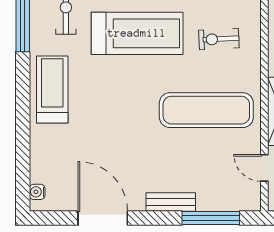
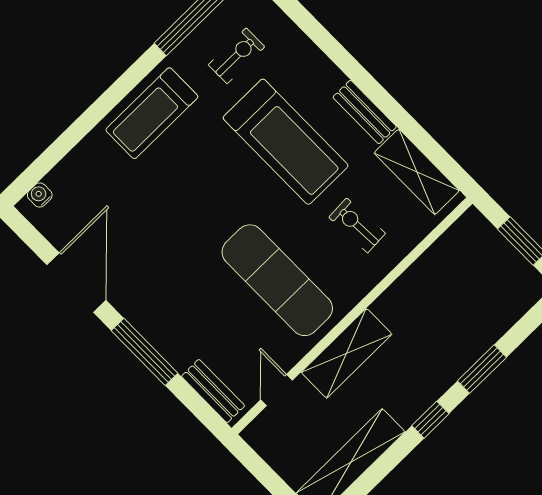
treadmill: (52, 90) -> (152, 113), turned 180
bench: (171, 202) -> (213, 391), moved
window: (211, 218) -> (144, 352), moved

